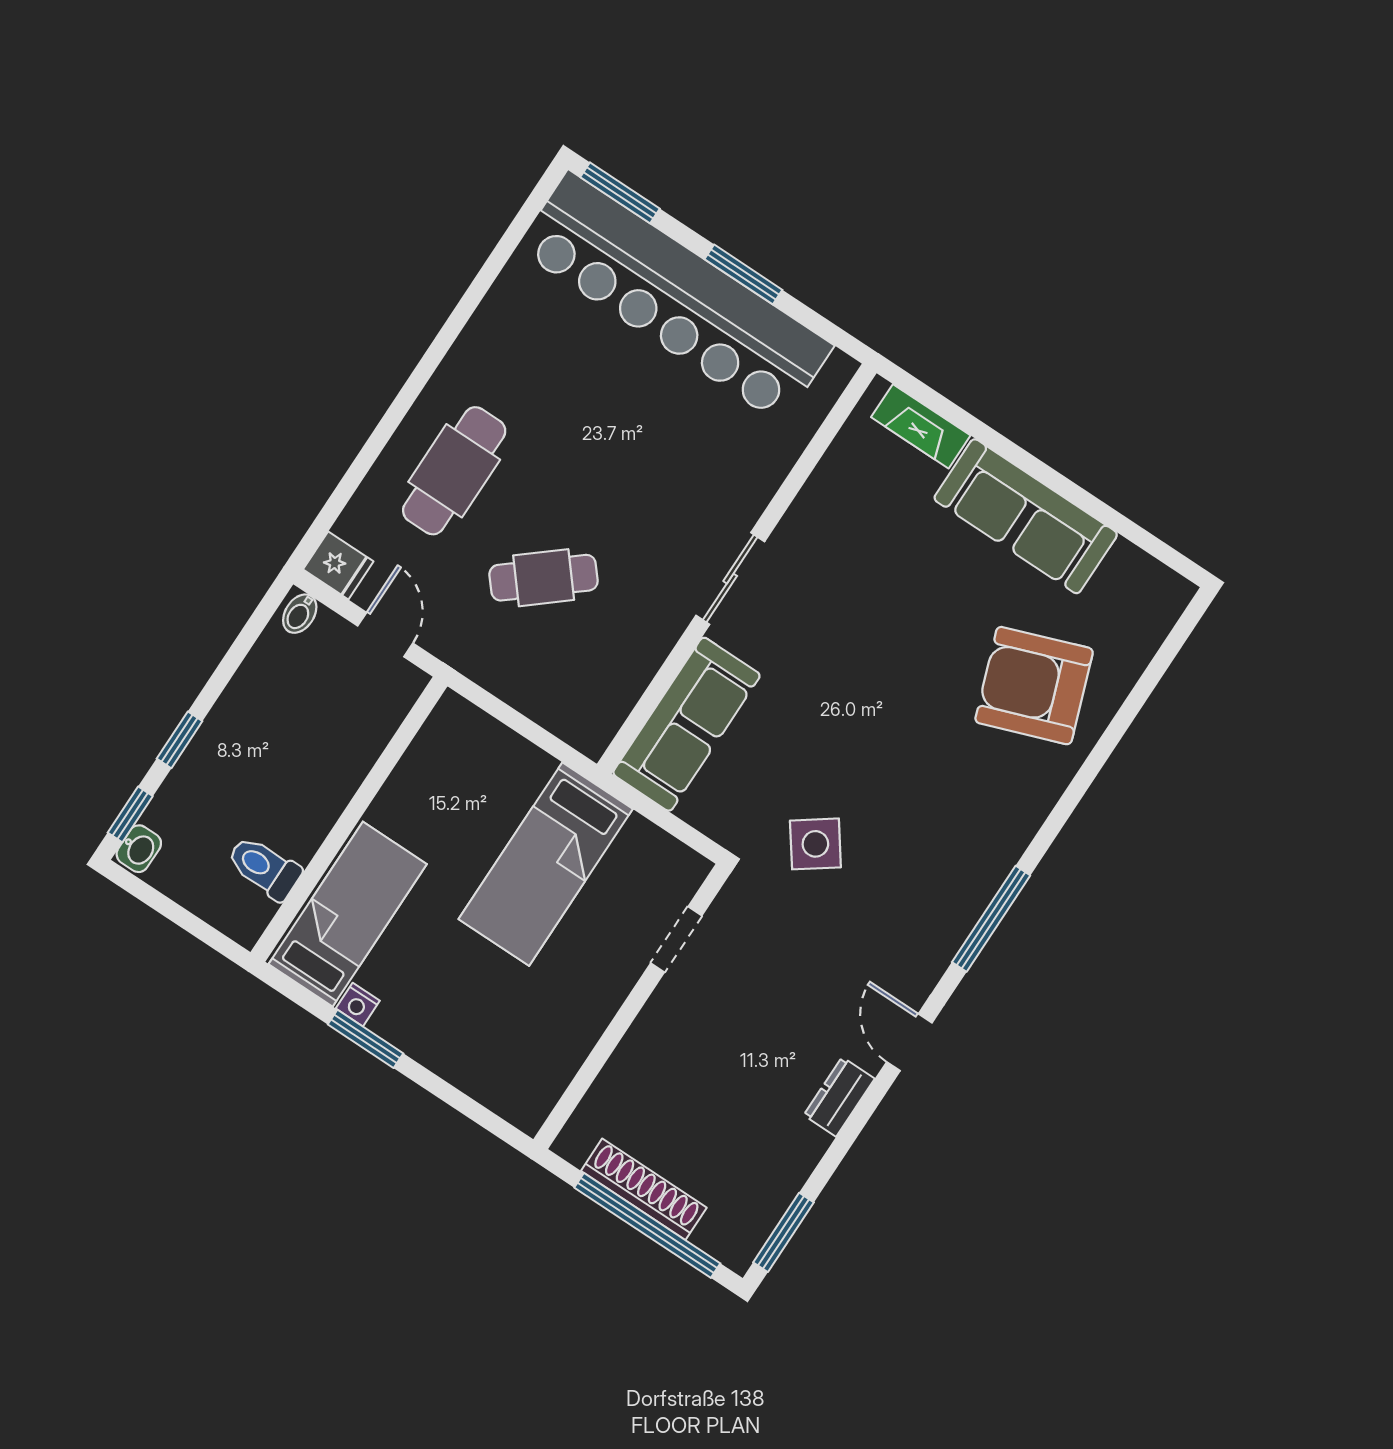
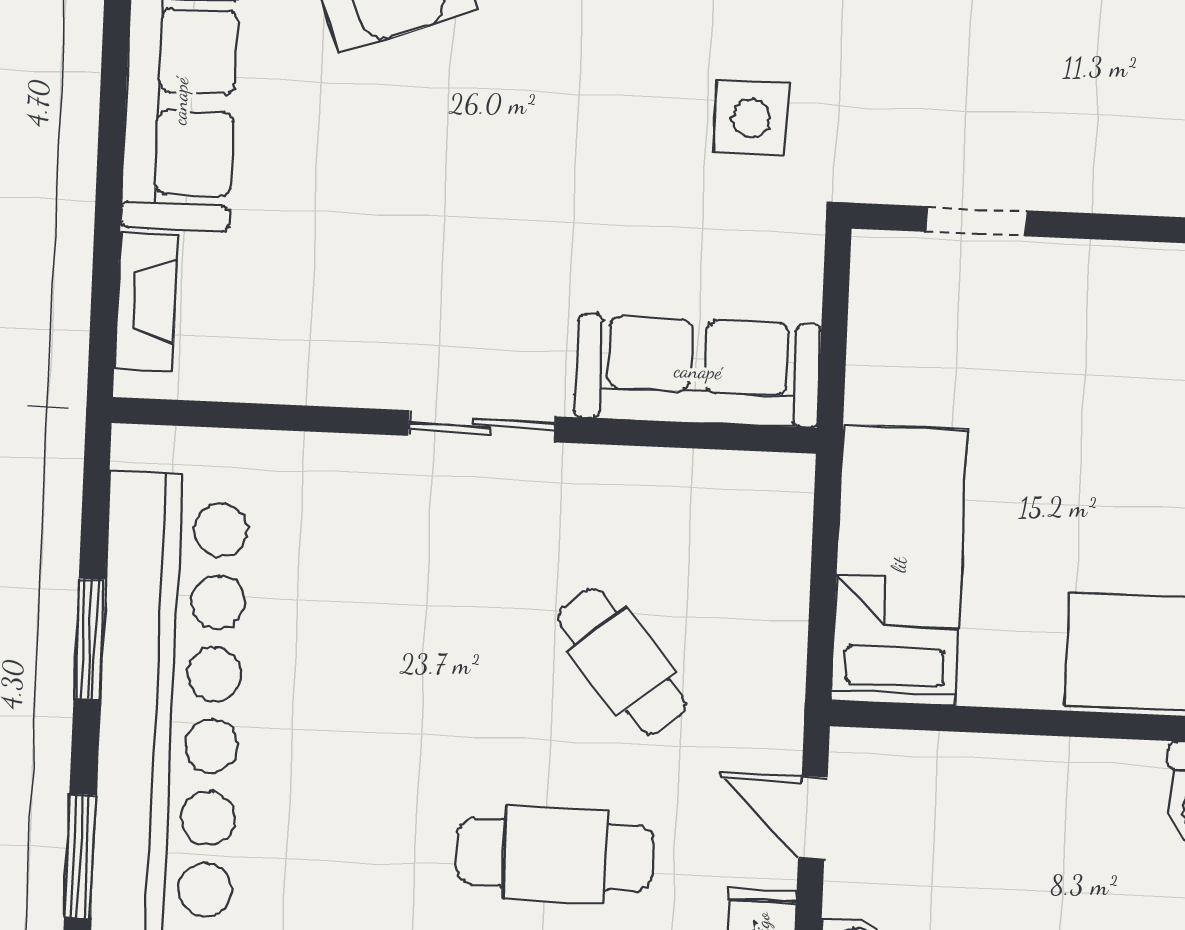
door: (385, 635) -> (813, 818), hinge flipped
side table: (815, 844) -> (751, 118), turned 36
bed: (546, 864) -> (899, 565), moved, turned -90

